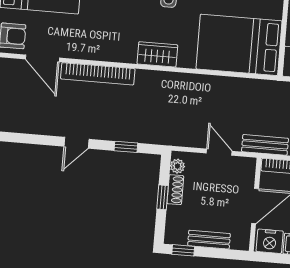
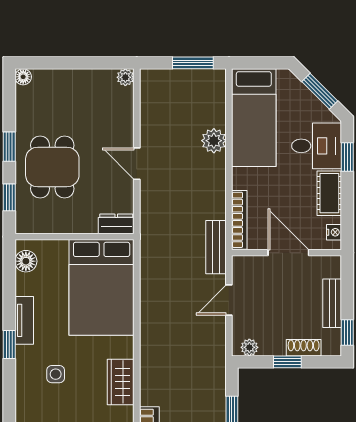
shoe rack: (175, 190) -> (304, 348), moved
nightstand: (270, 241) -> (334, 232), width x0.53, depth x0.56

